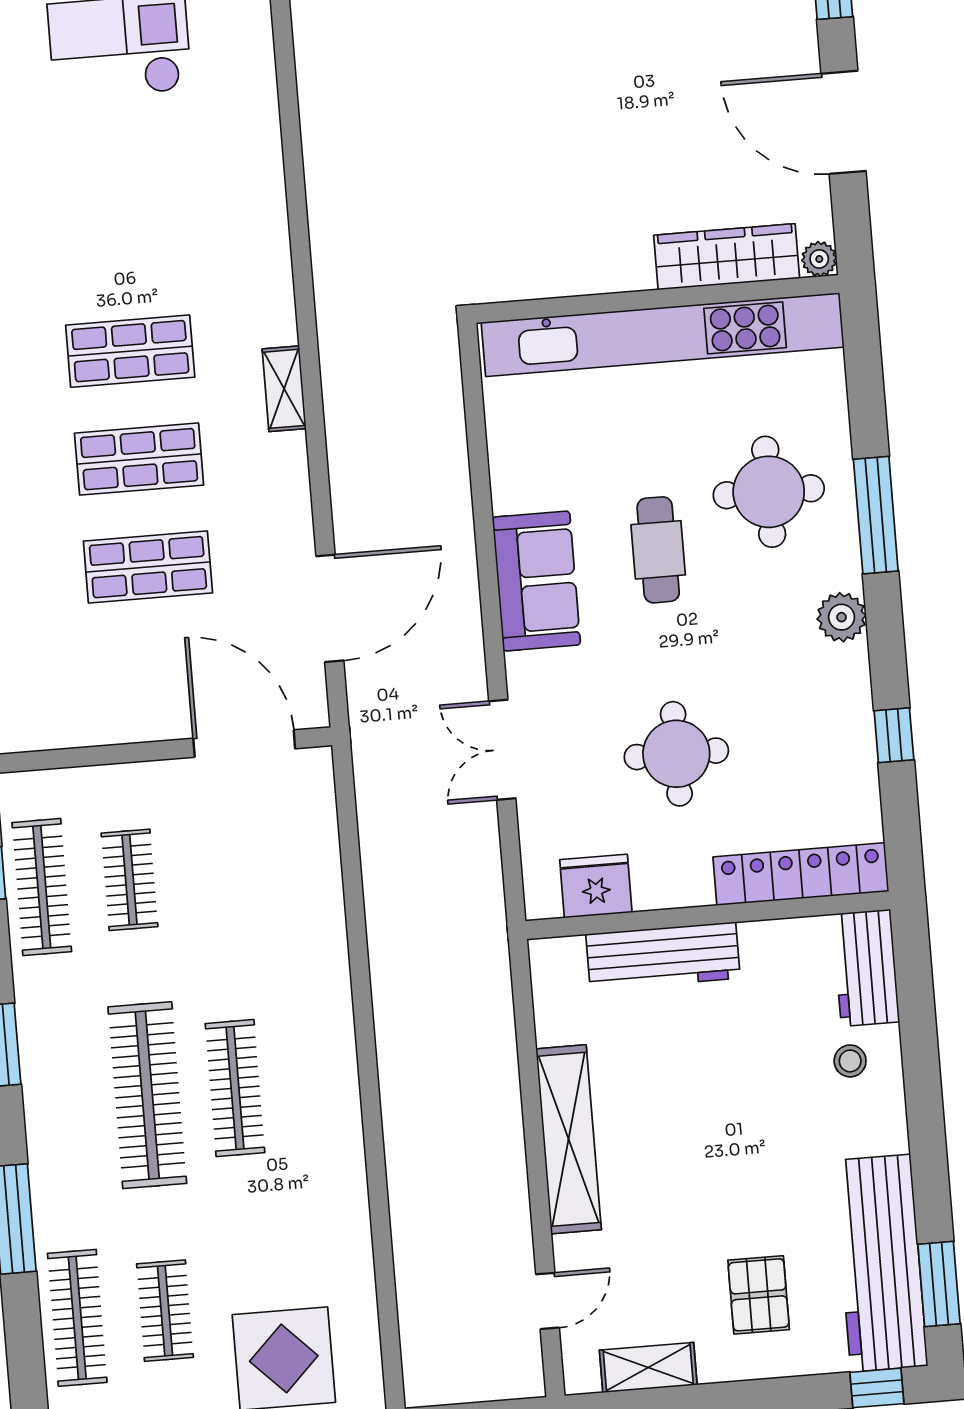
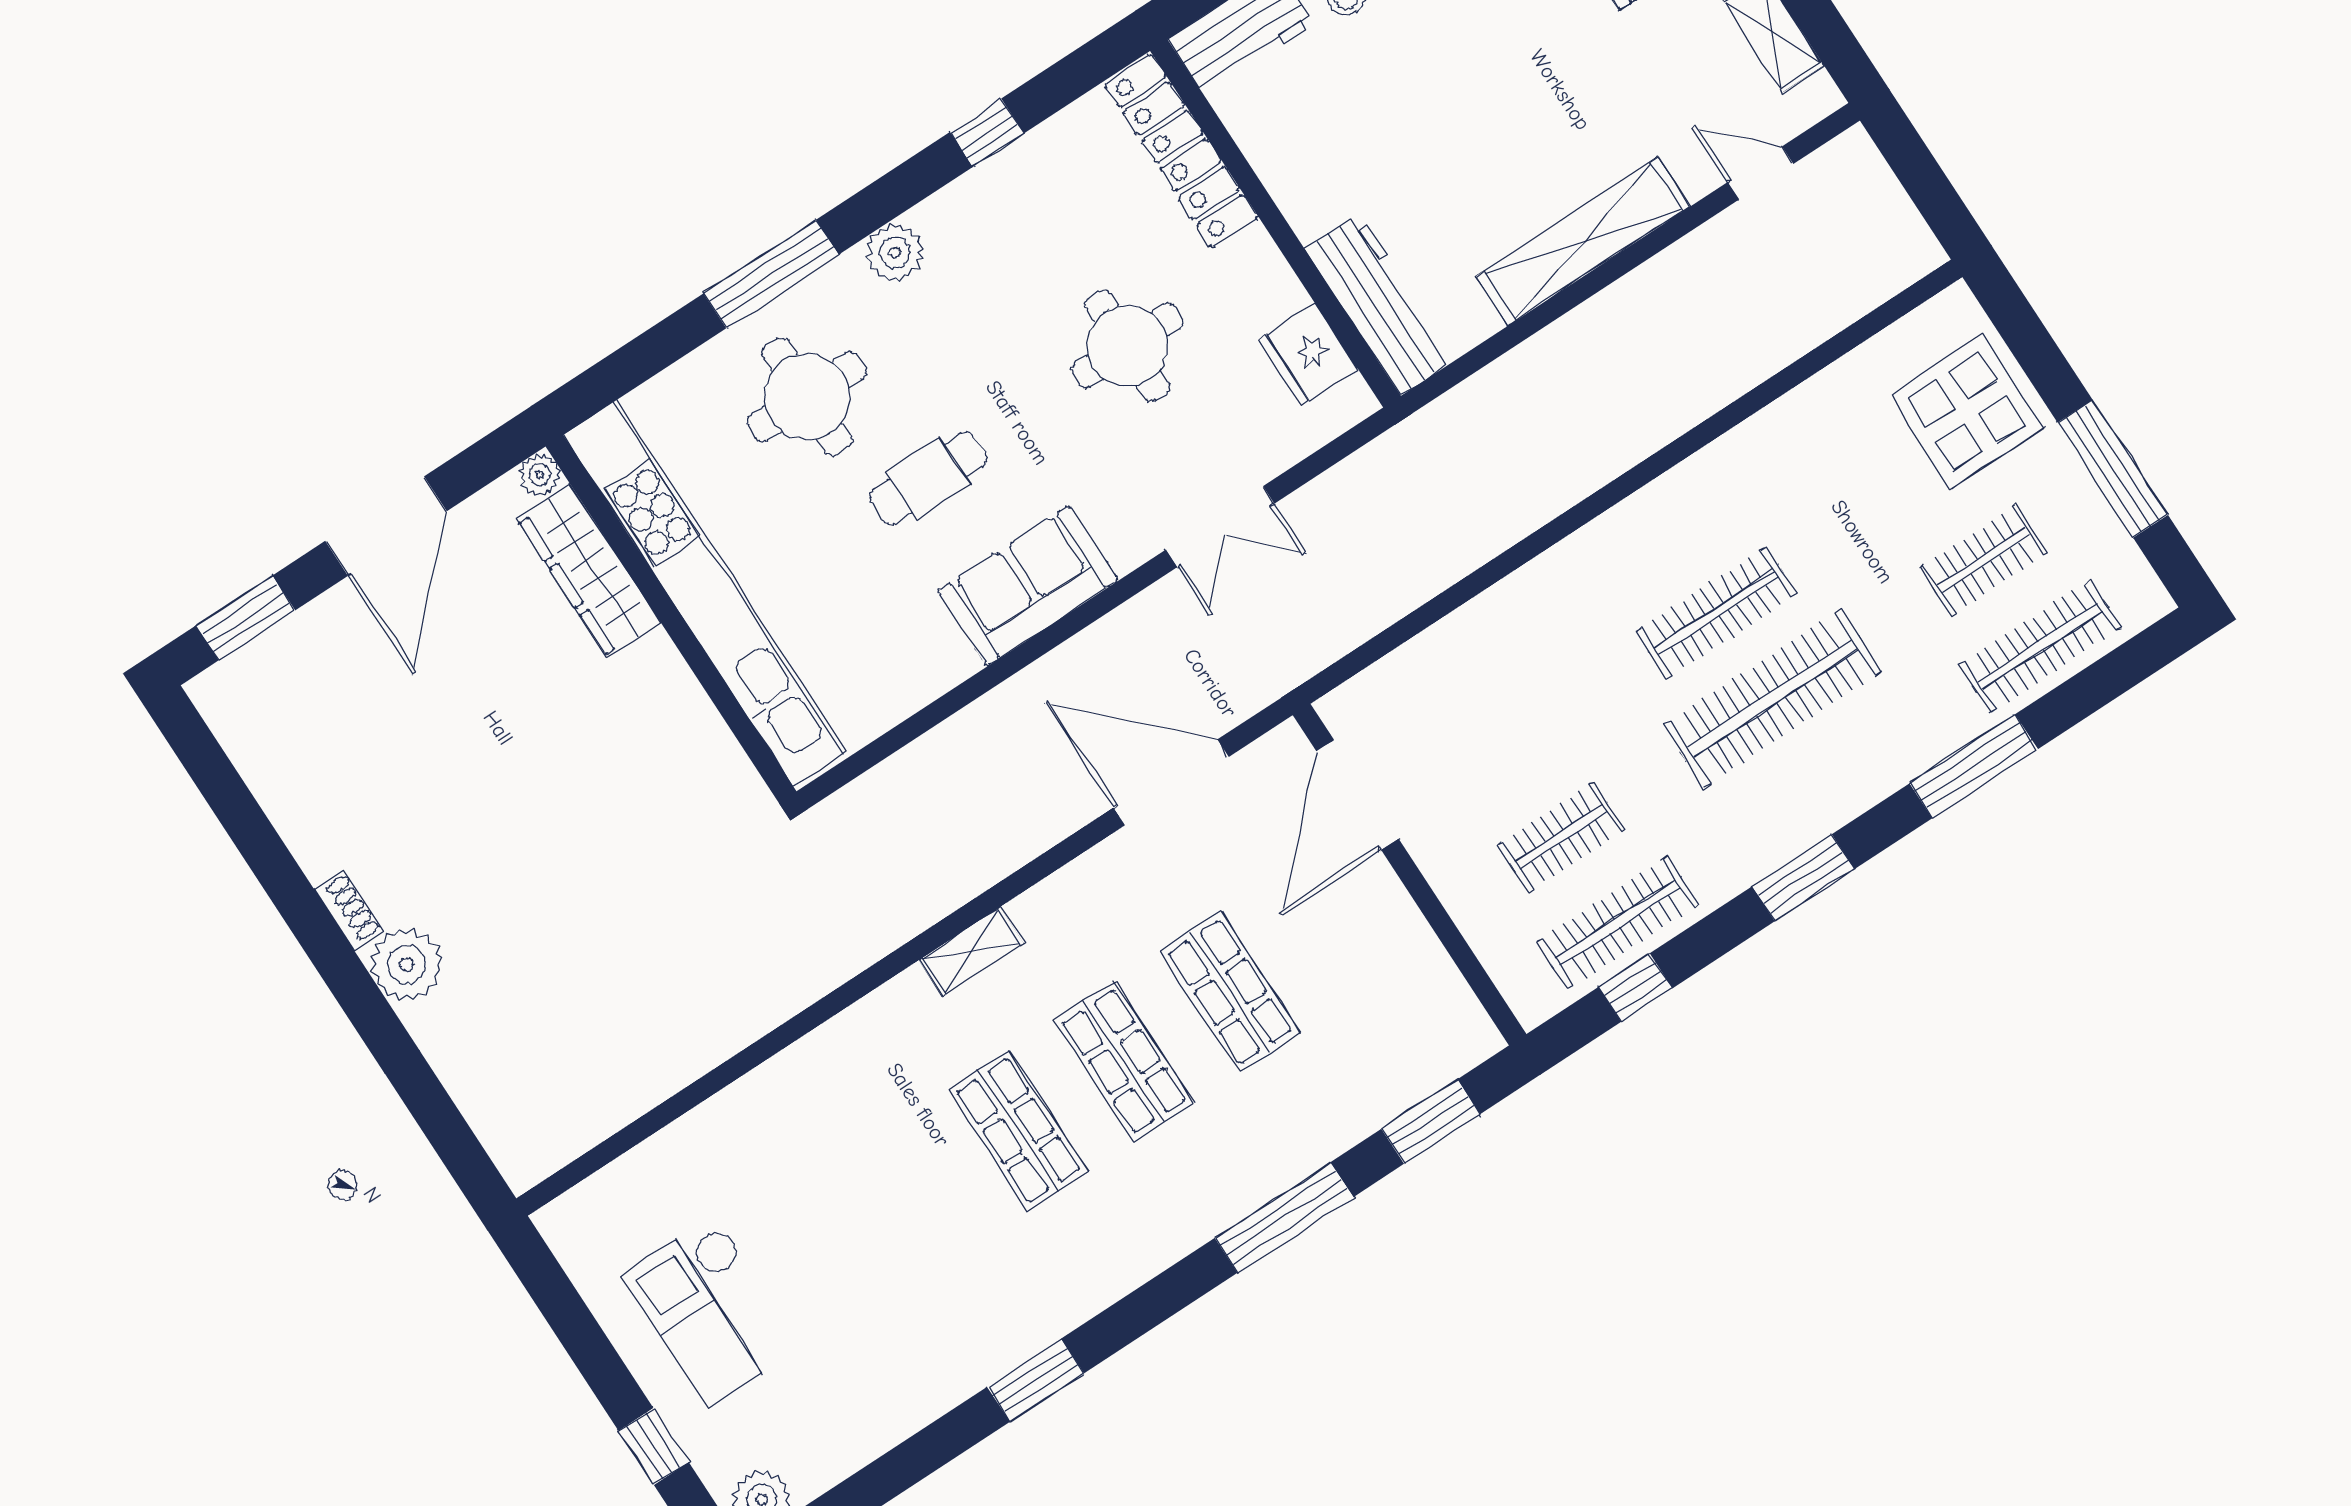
workbench: (663, 956) -> (1380, 304), moved

